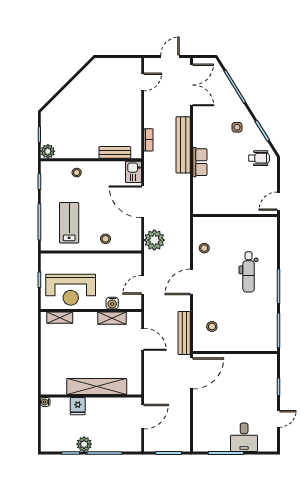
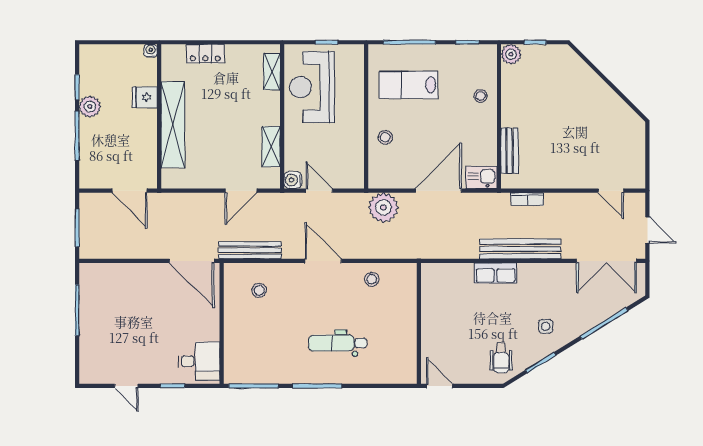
lab bench: (69, 223) -> (408, 85), turned 180
water cooler: (112, 303) -> (293, 180), moved
locker: (47, 364) -> (205, 54), added
desk: (244, 437) -> (199, 361), moved, turned 180

